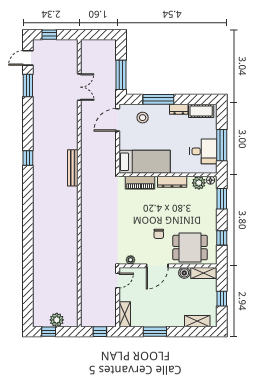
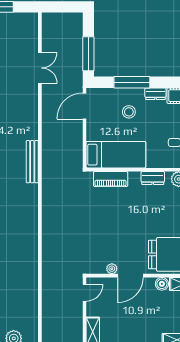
stool: (143, 118) -> (129, 112), moved
dresser: (172, 182) -> (153, 178), width x0.70
chair: (159, 234) -> (132, 238), removed
plant: (131, 260) -> (112, 269), moved

